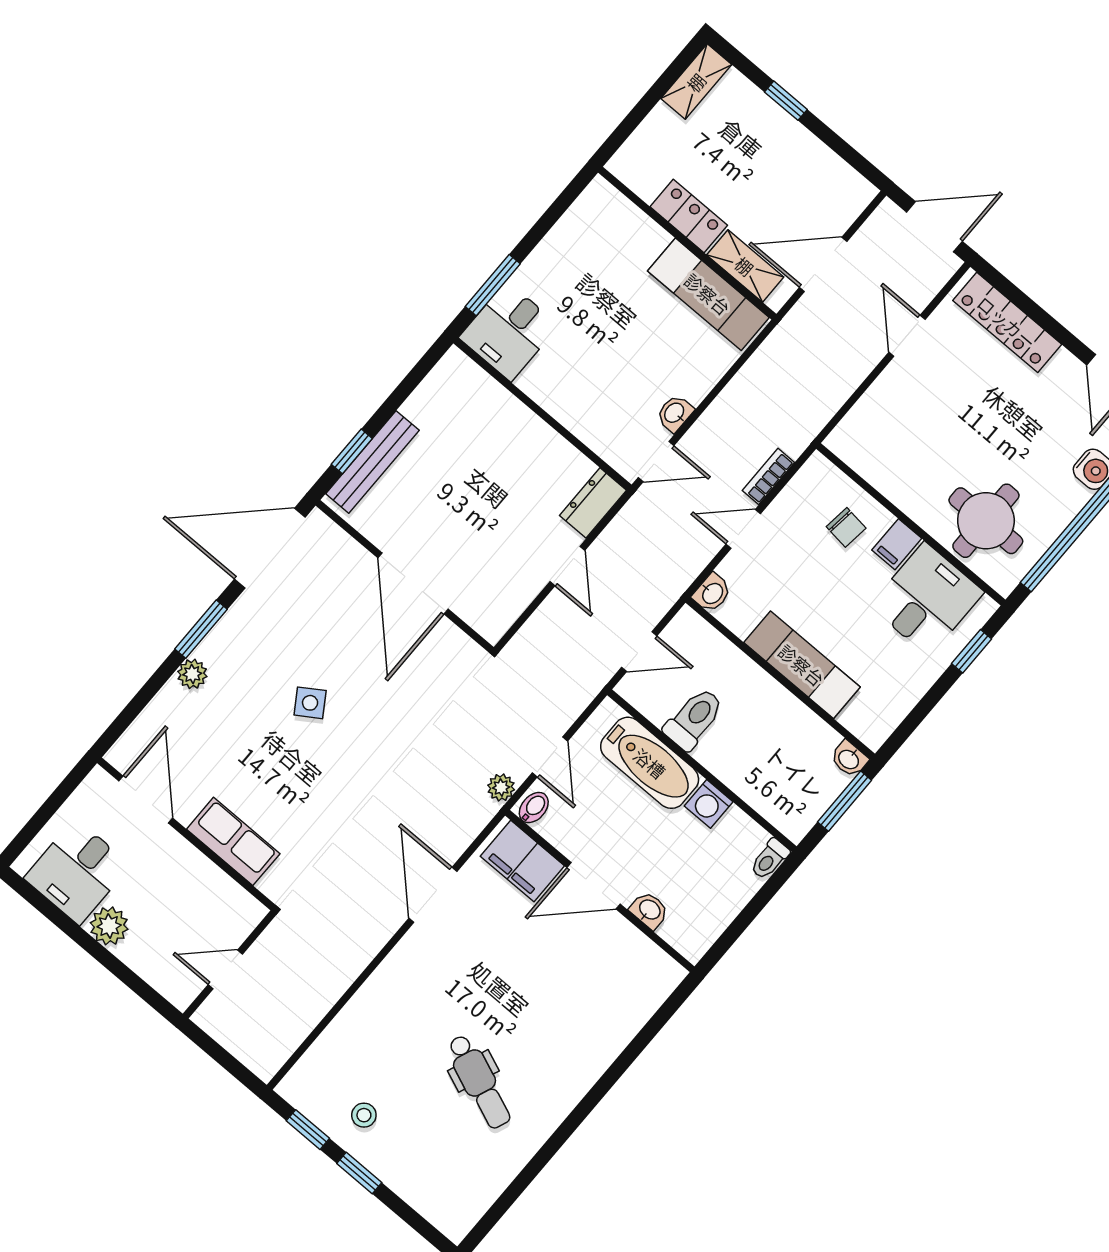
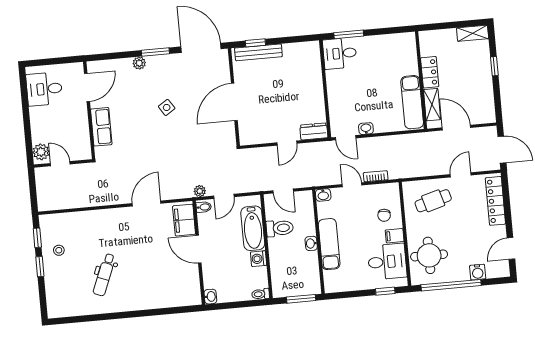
cafe table: (904, 423) -> (433, 201), added
washbasin: (849, 759) -> (311, 243), moved
washbasin: (649, 910) -> (210, 297), moved
plant: (109, 926) -> (41, 152), moved

